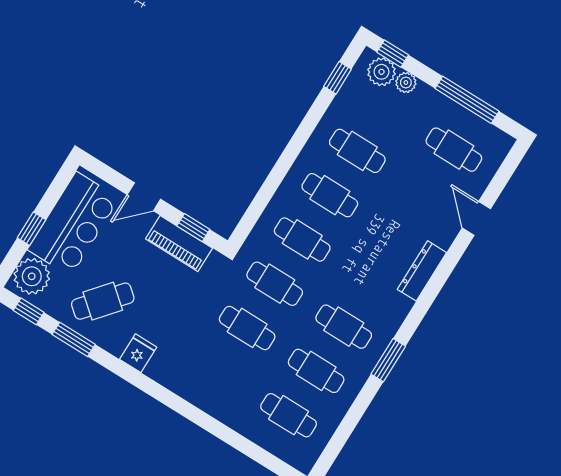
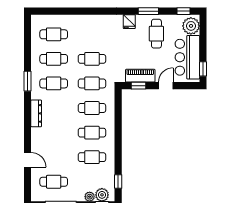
window: (31, 229) -> (203, 69), moved
dresser: (422, 271) -> (36, 113), moved
cafe table: (103, 301) -> (156, 34), turned -40
window: (74, 339) -> (148, 11), moved

